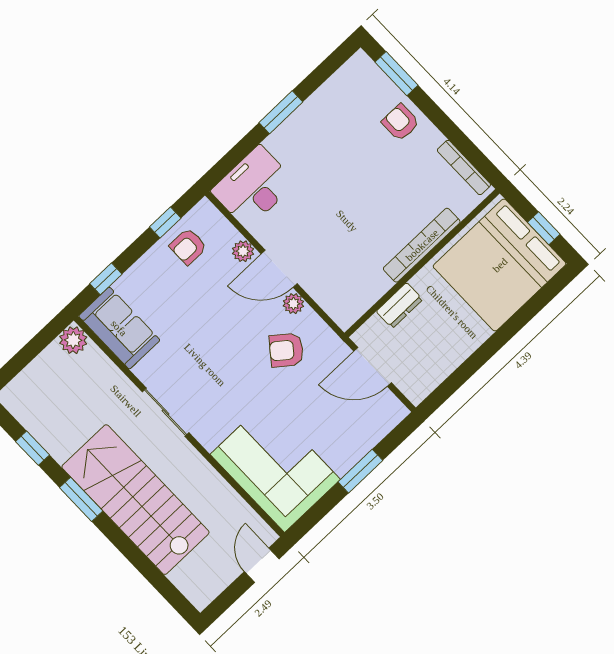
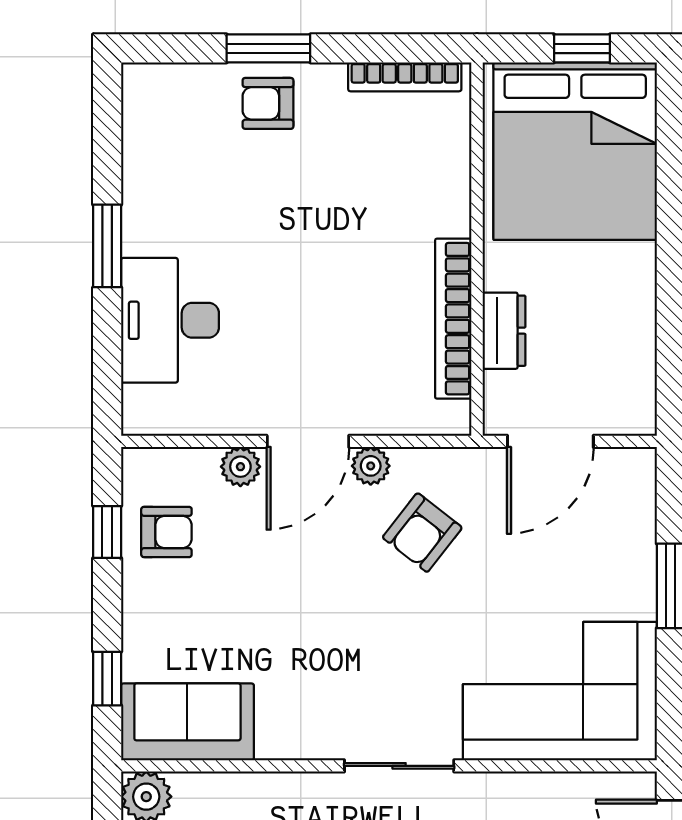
window: (397, 74) -> (268, 48), moved
desk: (253, 187) -> (170, 320), moved
bookcase: (422, 245) -> (453, 319), moved
armchair: (188, 246) -> (166, 532), turned -90
sliding door: (166, 412) -> (399, 766), moved

